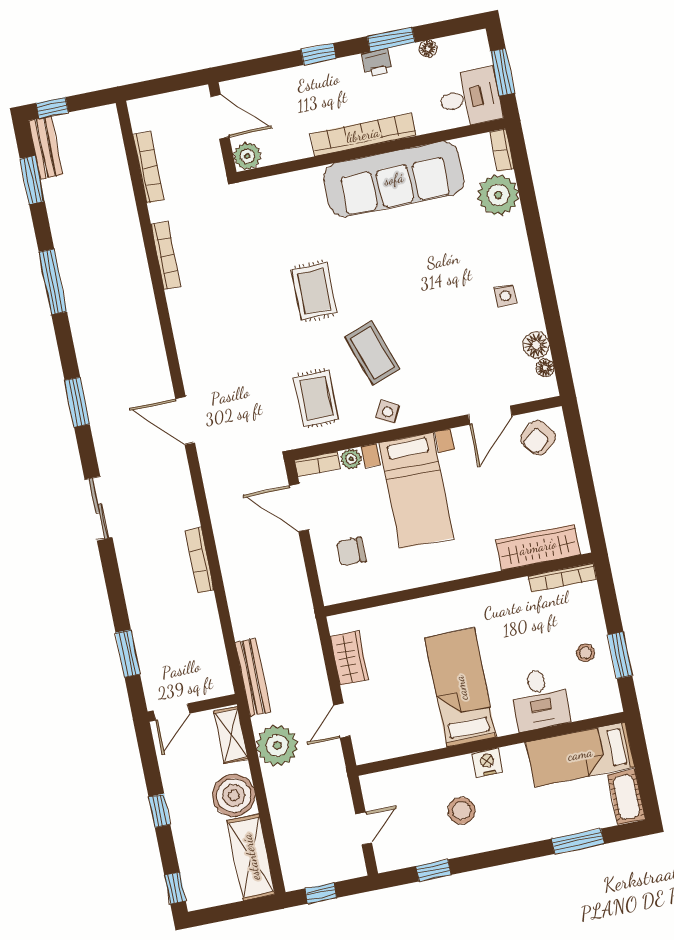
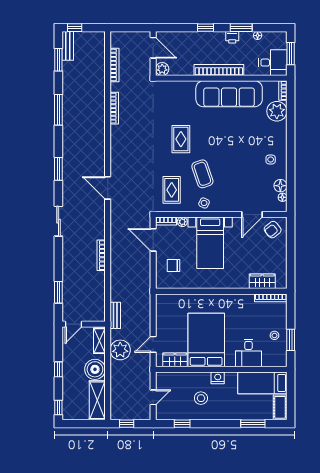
wardrobe: (538, 547) -> (262, 281), width x0.67
wardrobe: (349, 658) -> (175, 360), moved, turned -90
bench: (253, 677) -> (115, 315), width x0.73
bed: (461, 688) -> (206, 340), width x1.50

